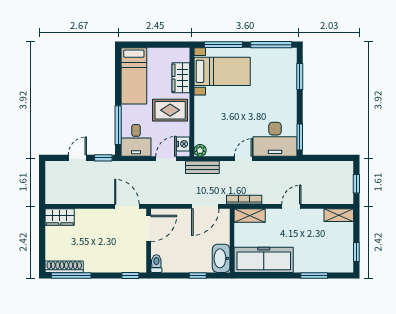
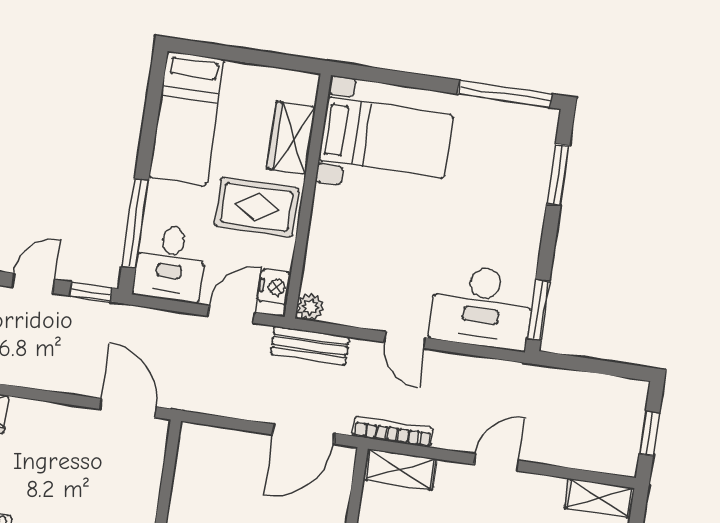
window: (223, 45) -> (397, 78), removed
door: (243, 159) -> (405, 340), swing flipped
door: (149, 228) -> (169, 465), removed

